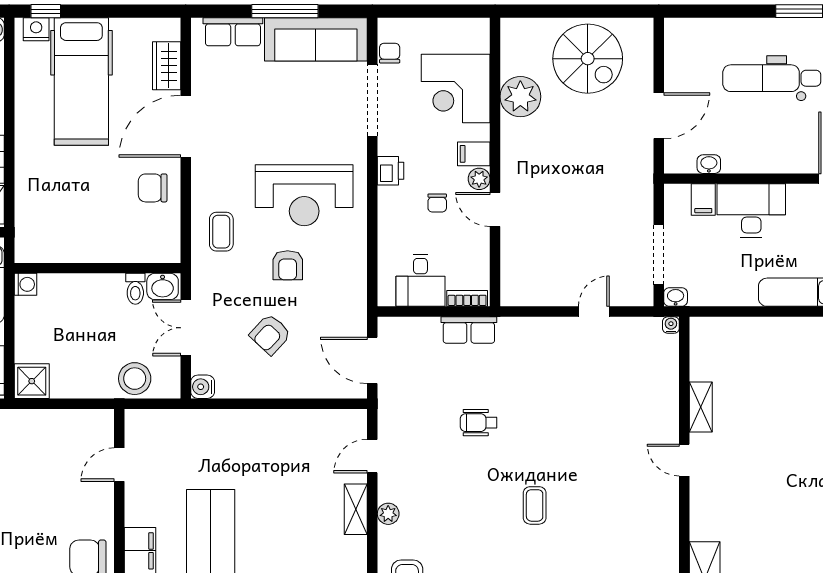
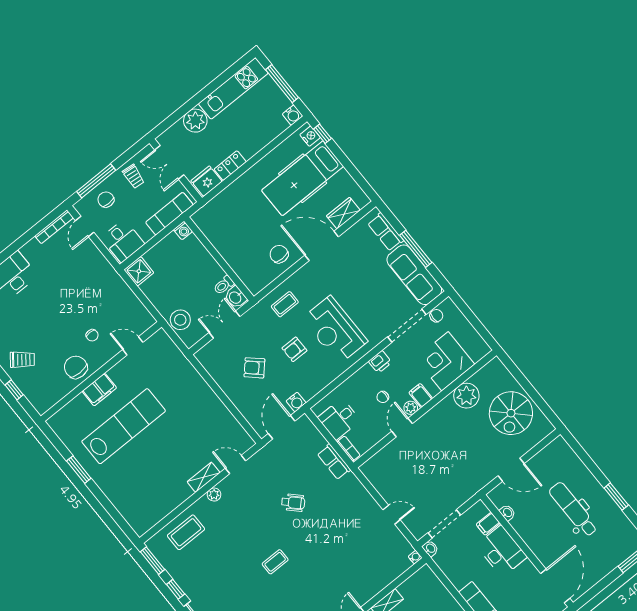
water cooler: (203, 387) -> (296, 402), moved, turned 180
wheelchair: (479, 423) -> (293, 503), turned 135
chair: (65, 505) -> (92, 335), added

